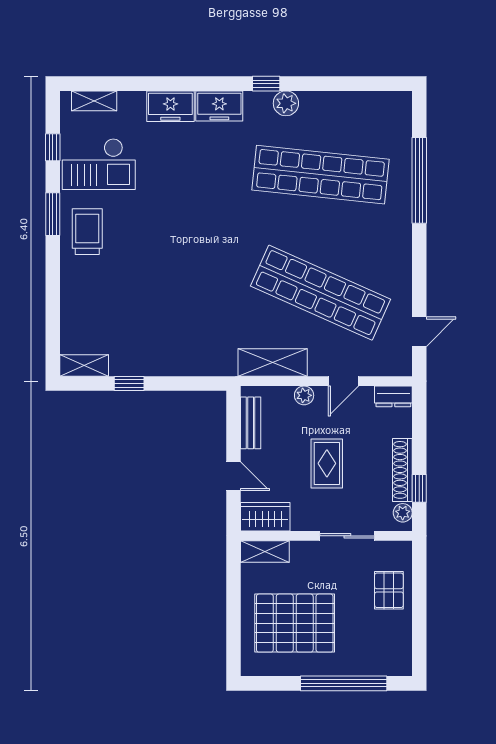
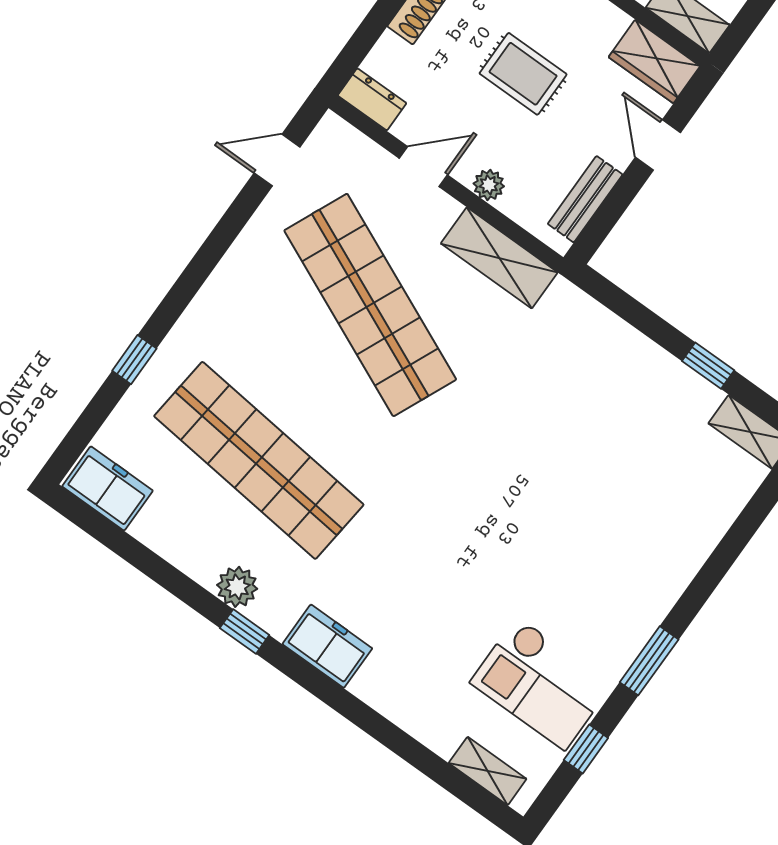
freezer: (170, 106) -> (107, 488), moved
checkout: (99, 164) -> (541, 683), turned 180
window: (419, 180) -> (134, 360), width x0.32
trolley: (87, 232) -> (620, 605), removed
rug: (327, 463) -> (523, 74), turned 90

